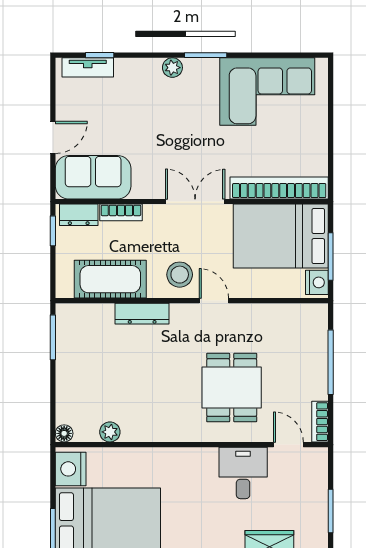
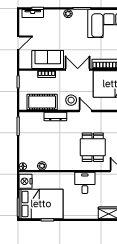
sofa: (93, 177) -> (48, 59), moved
dresser: (79, 215) -> (29, 75), removed
desk: (243, 473) -> (85, 183), moved

